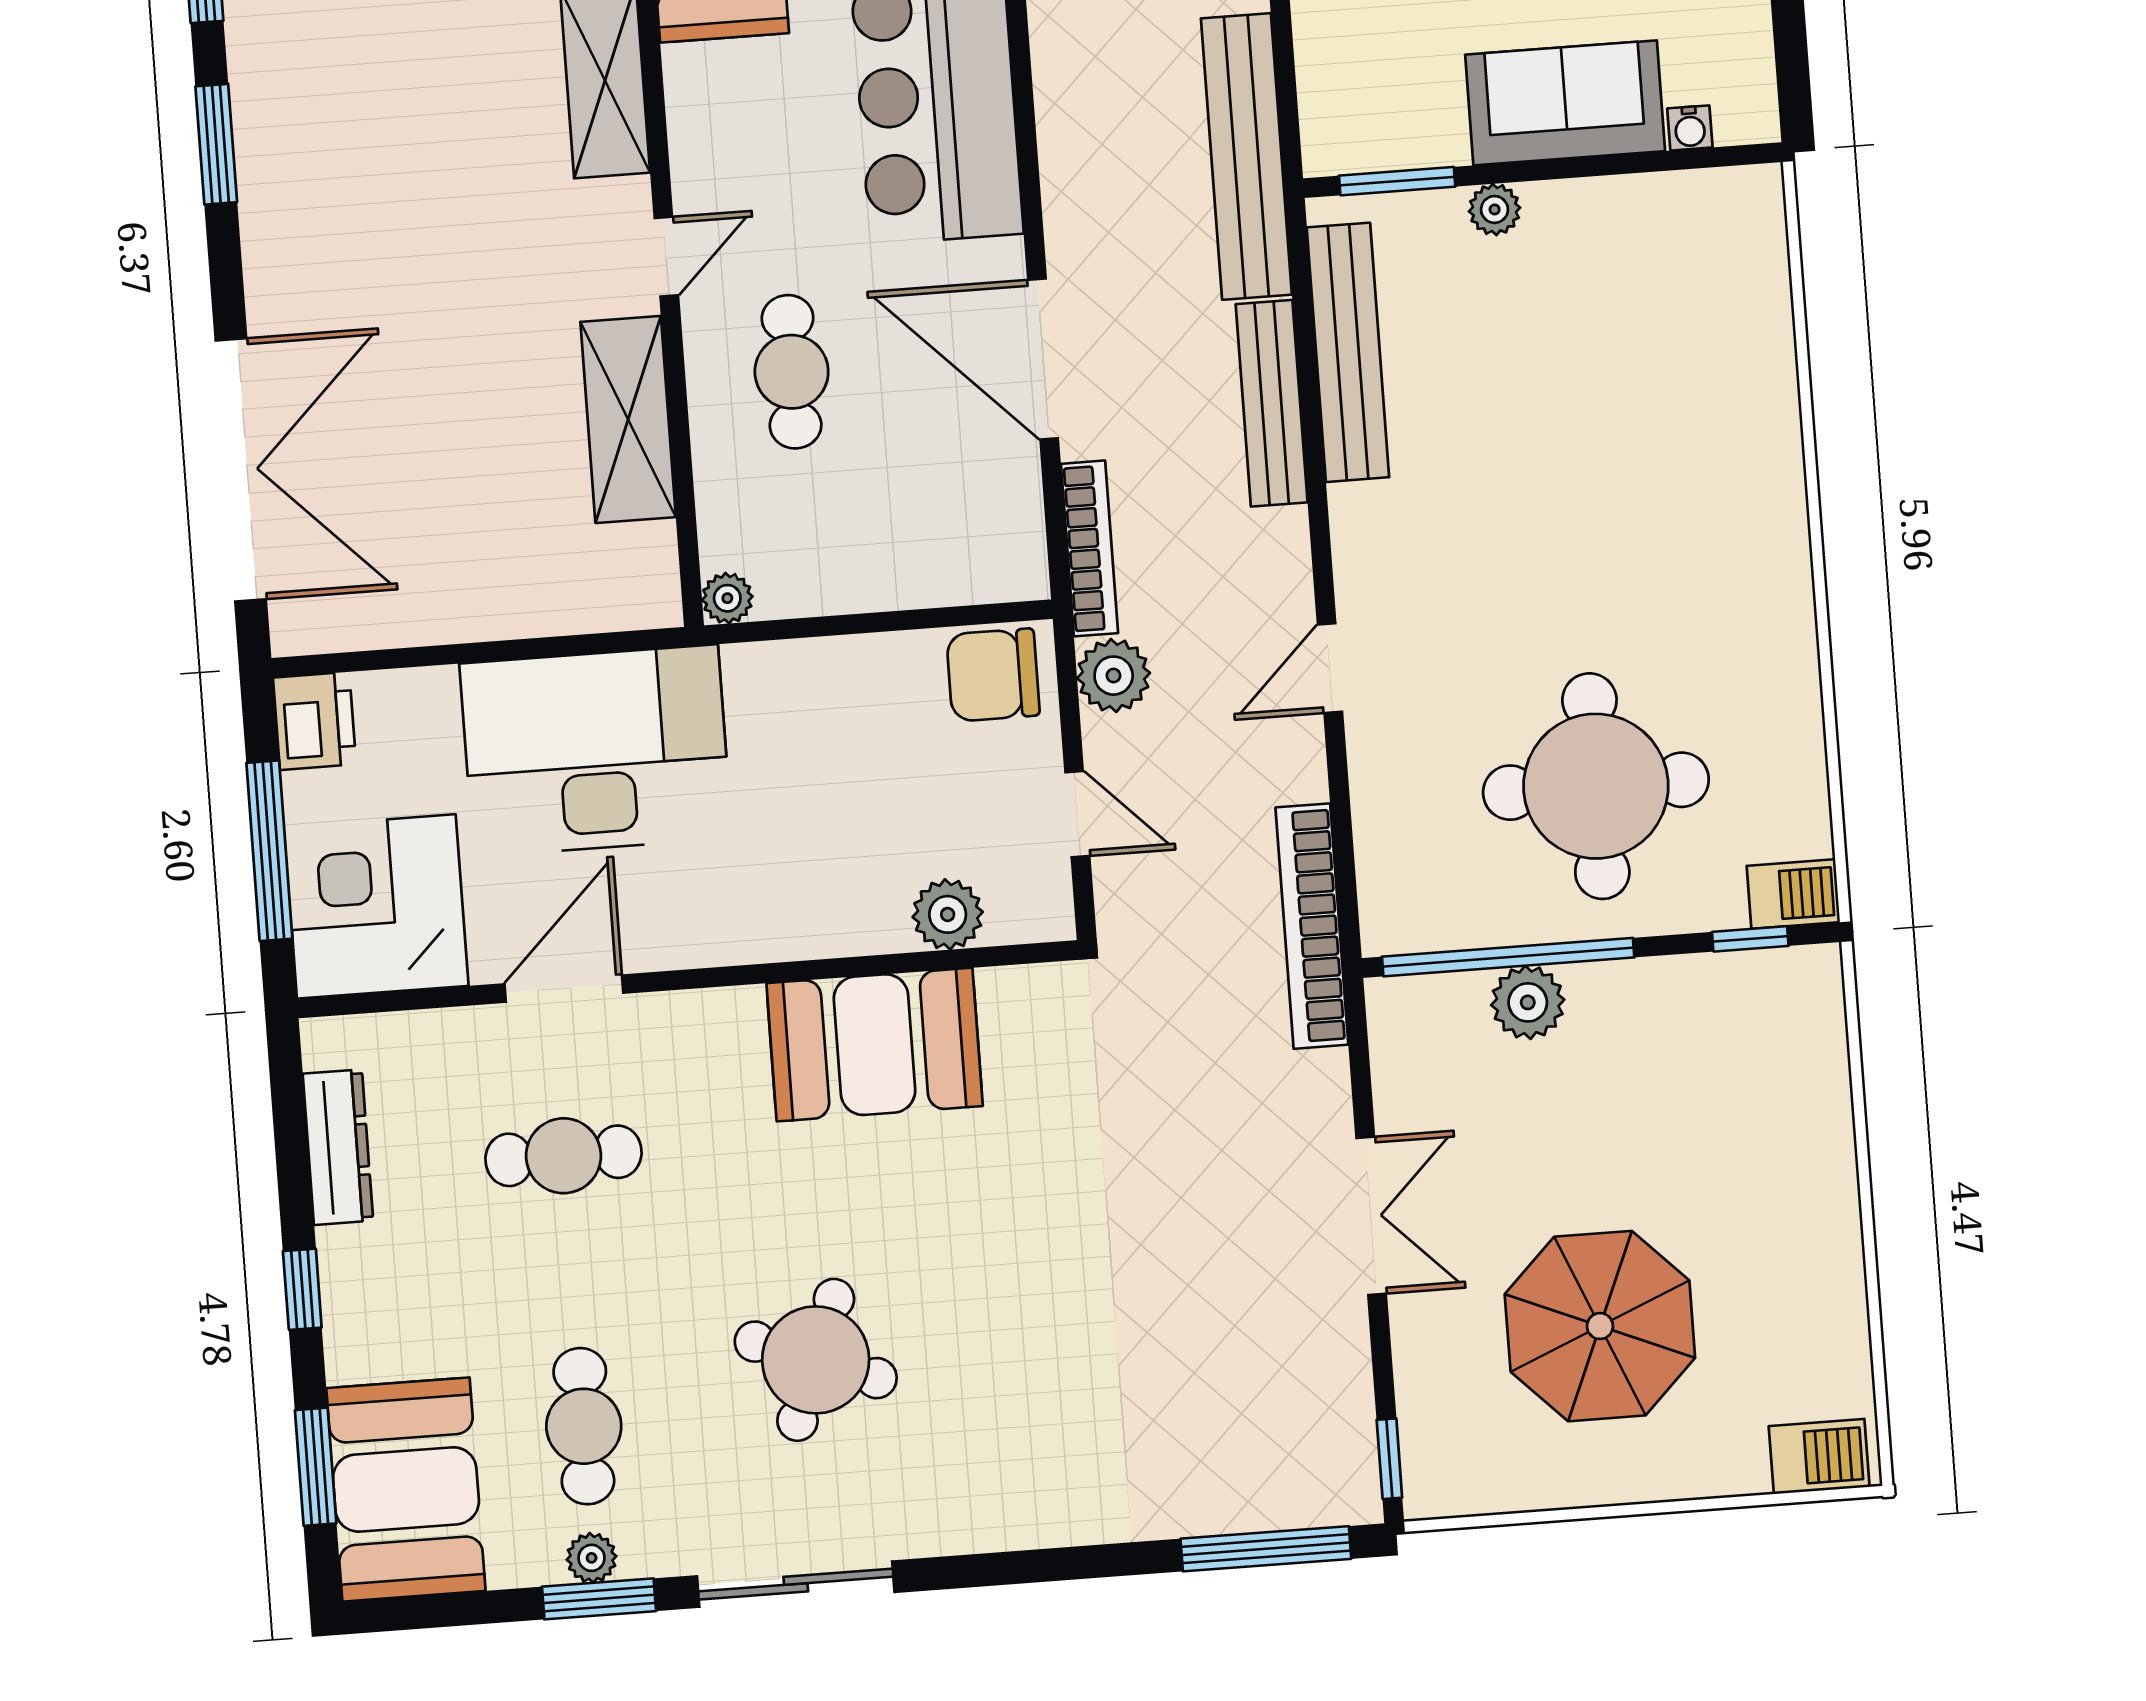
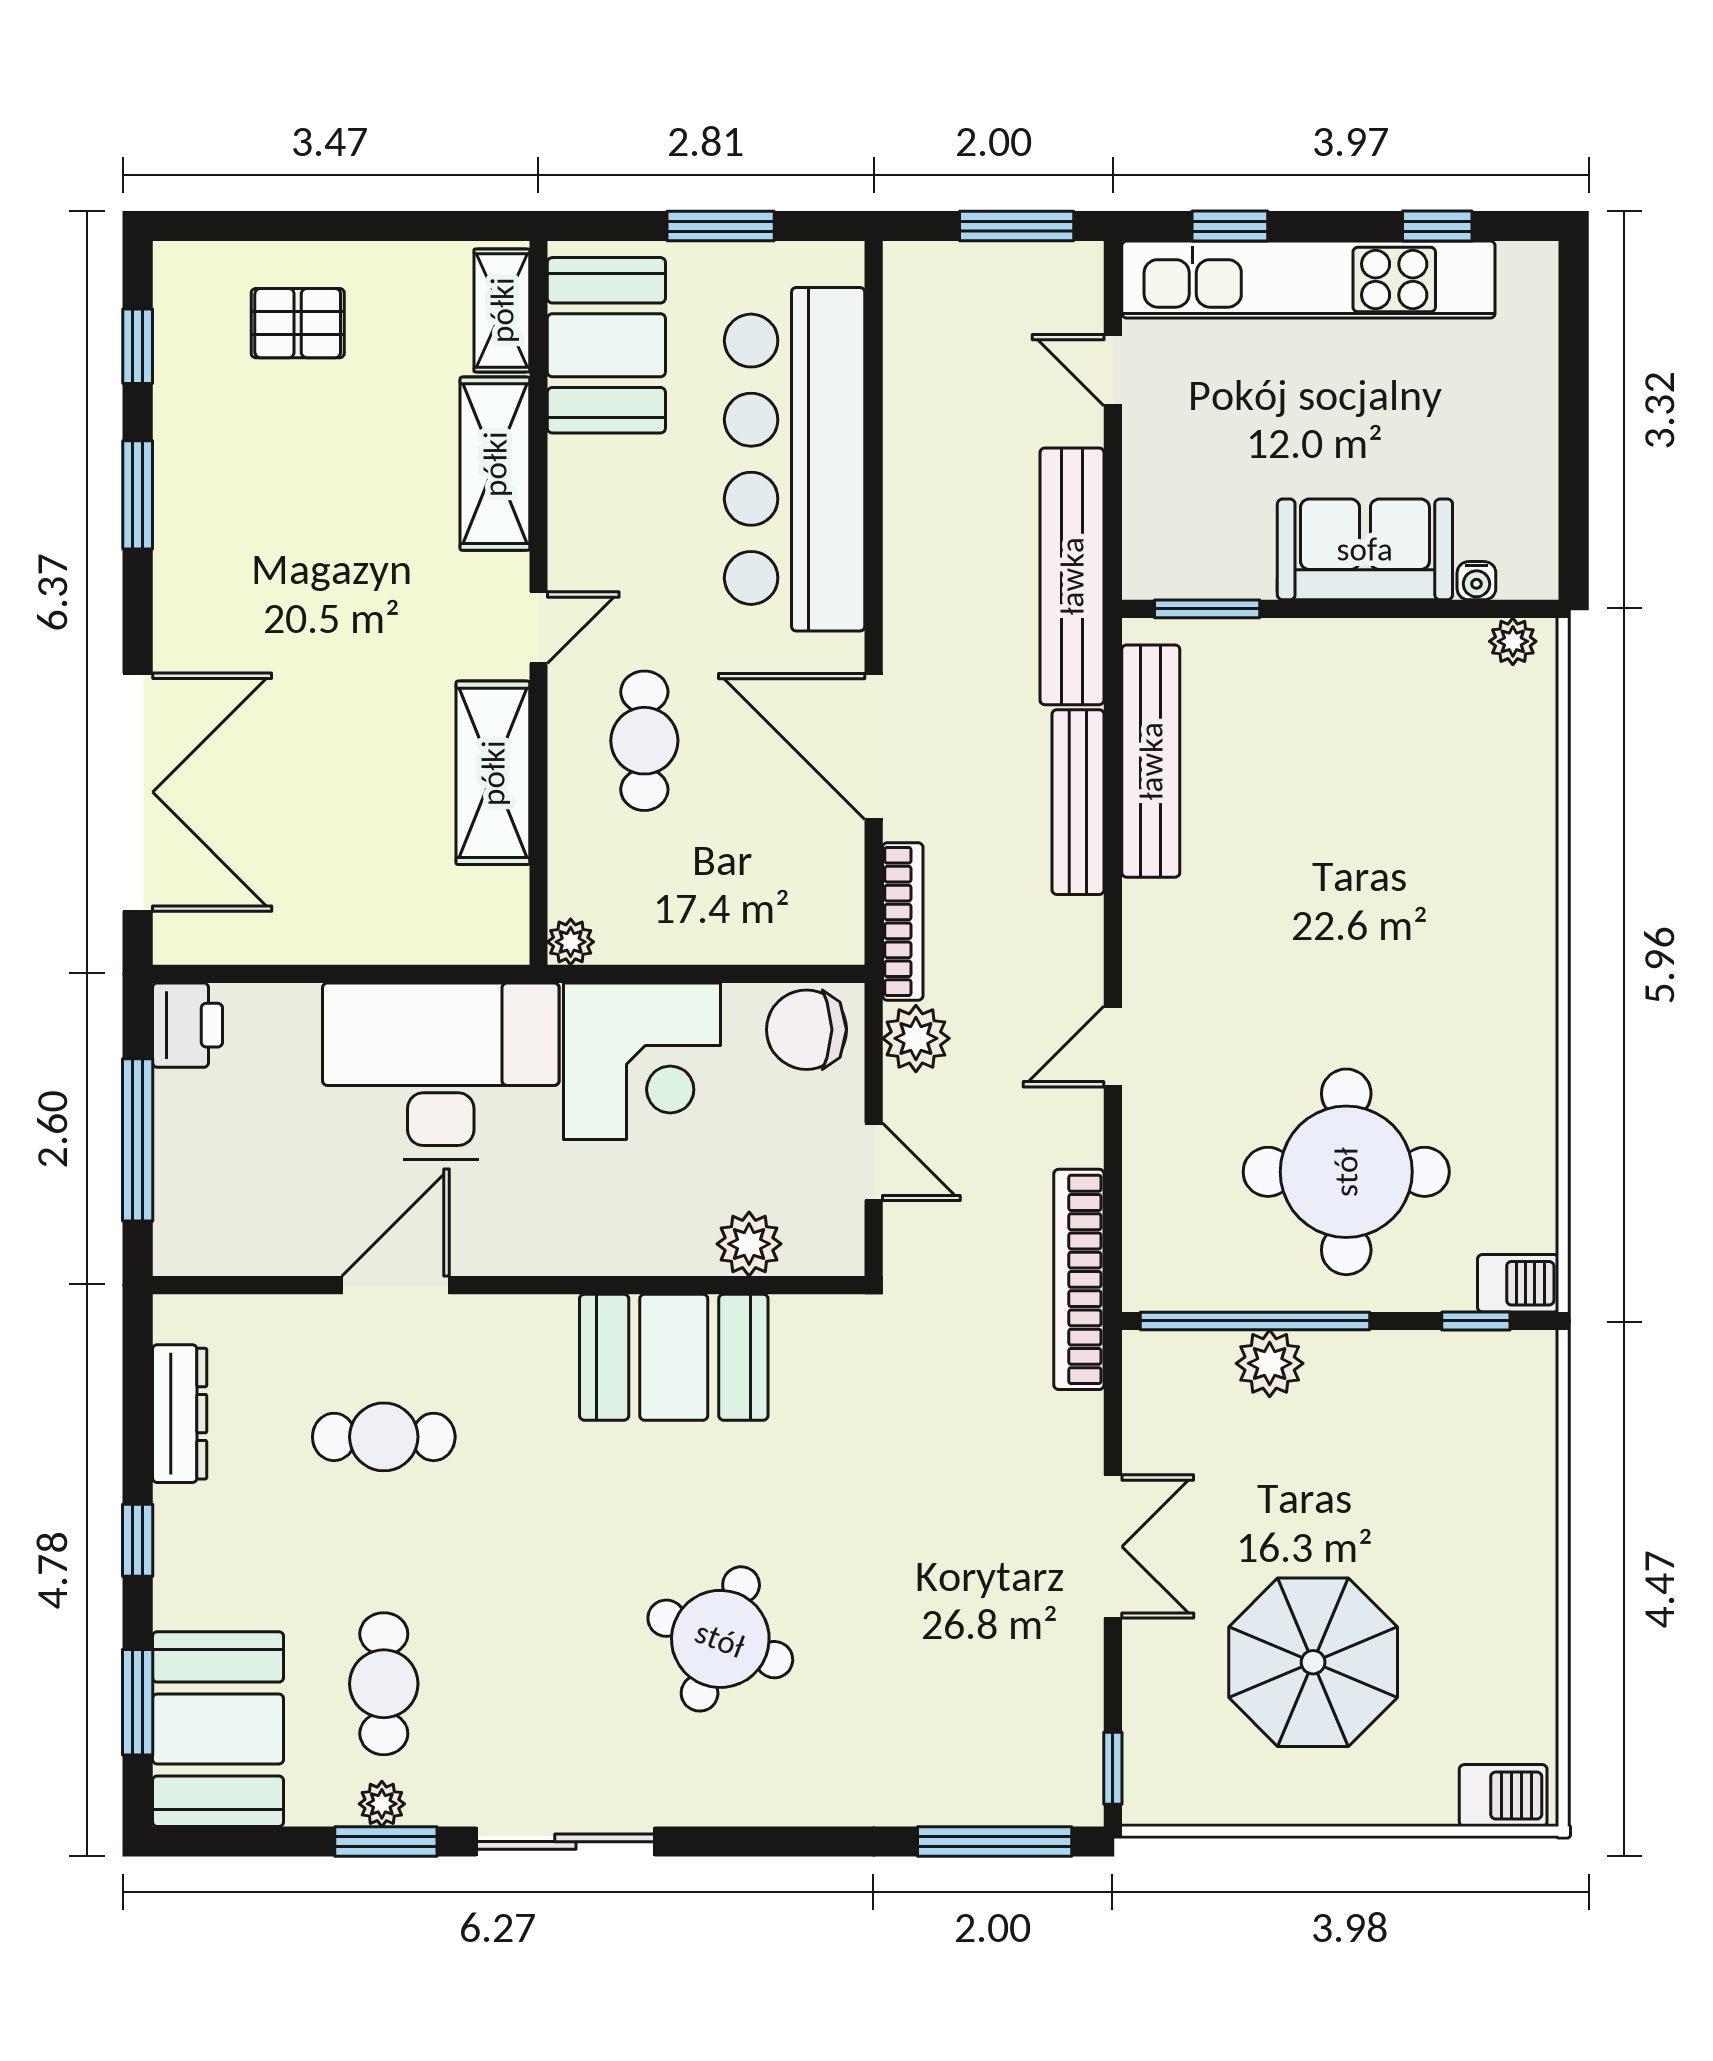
plant: (1495, 209) -> (1513, 641), moved
corner desk: (376, 906) -> (642, 1061), moved, turned 180
round table: (816, 1360) -> (720, 1639), moved

